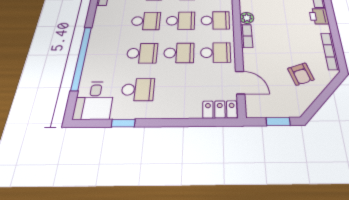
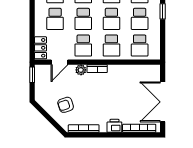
plant: (247, 18) -> (81, 70), moved
school desk: (177, 89) -> (55, 19), added
window: (278, 122) -> (32, 75), moved

